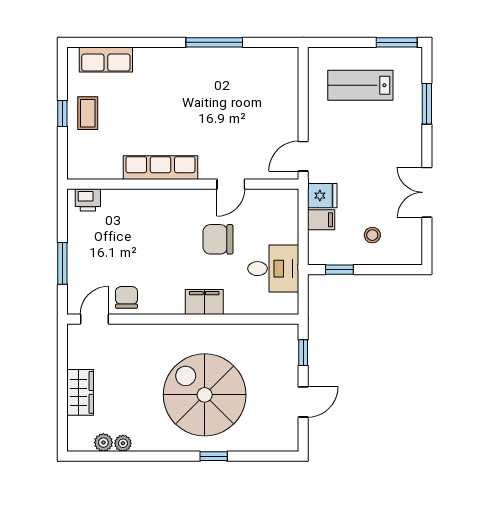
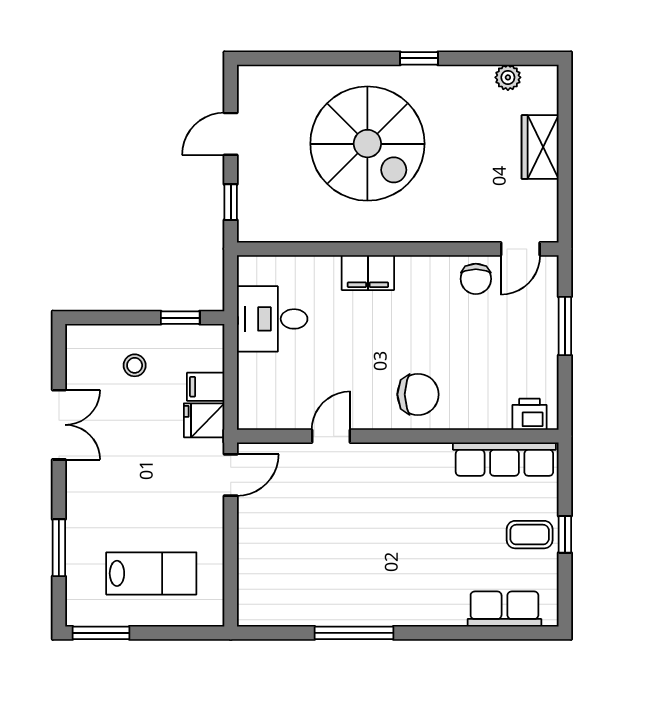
coffee table: (88, 113) -> (530, 535), turned 90
row of seats: (161, 168) -> (504, 459), moved
chair: (218, 239) -> (418, 394), moved
plant: (123, 443) -> (481, 76), removed
window: (214, 456) -> (419, 58), moved

